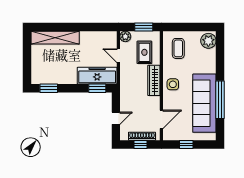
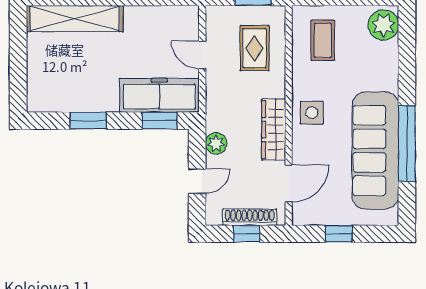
plant: (125, 36) -> (216, 143), moved
wardrobe: (154, 80) -> (274, 130), moved
window: (49, 88) -> (88, 121), moved

